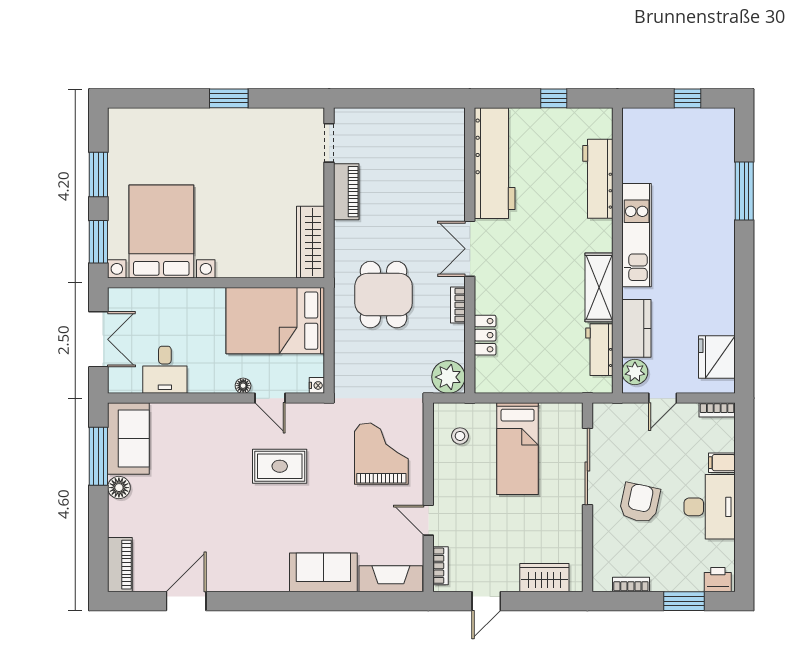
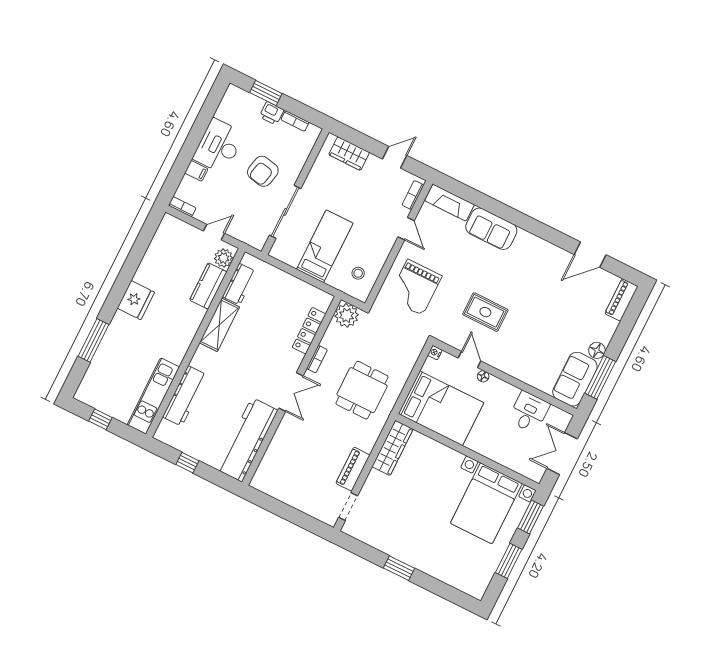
kitchen unit: (637, 235) -> (153, 396), moved
locker: (485, 335) -> (309, 331), width x1.53
fridge: (717, 357) -> (136, 300), moved
printer: (718, 580) -> (272, 113), moved

